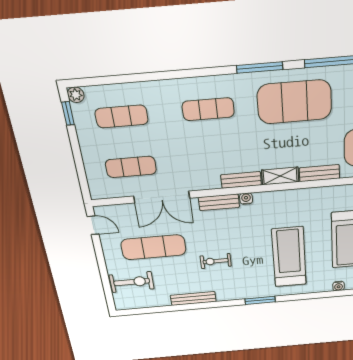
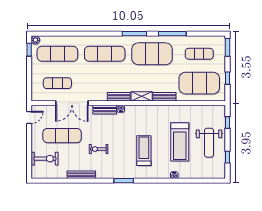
exercise mat: (208, 109) -> (105, 54), width x1.36, depth x1.45
exercise mat: (122, 116) -> (57, 54), width x1.36, depth x1.45
door: (93, 225) -> (29, 117), hinge flipped
treadmill: (289, 257) -> (144, 151), width x0.73, depth x0.73

